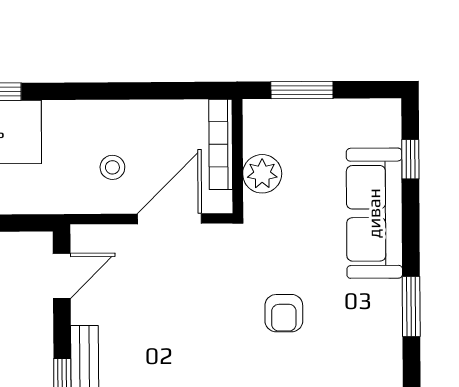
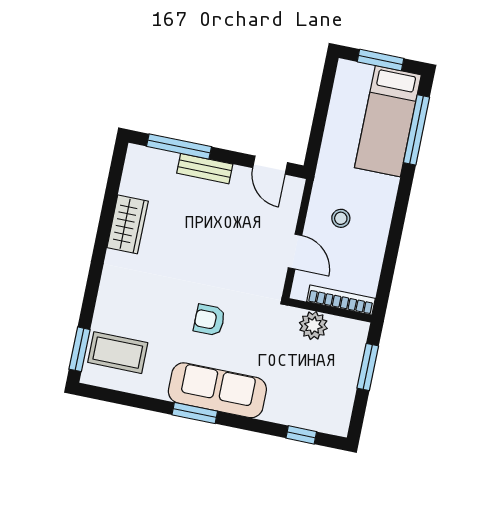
sofa: (374, 213) -> (217, 390), moved
door: (169, 219) -> (295, 252), width x0.73

